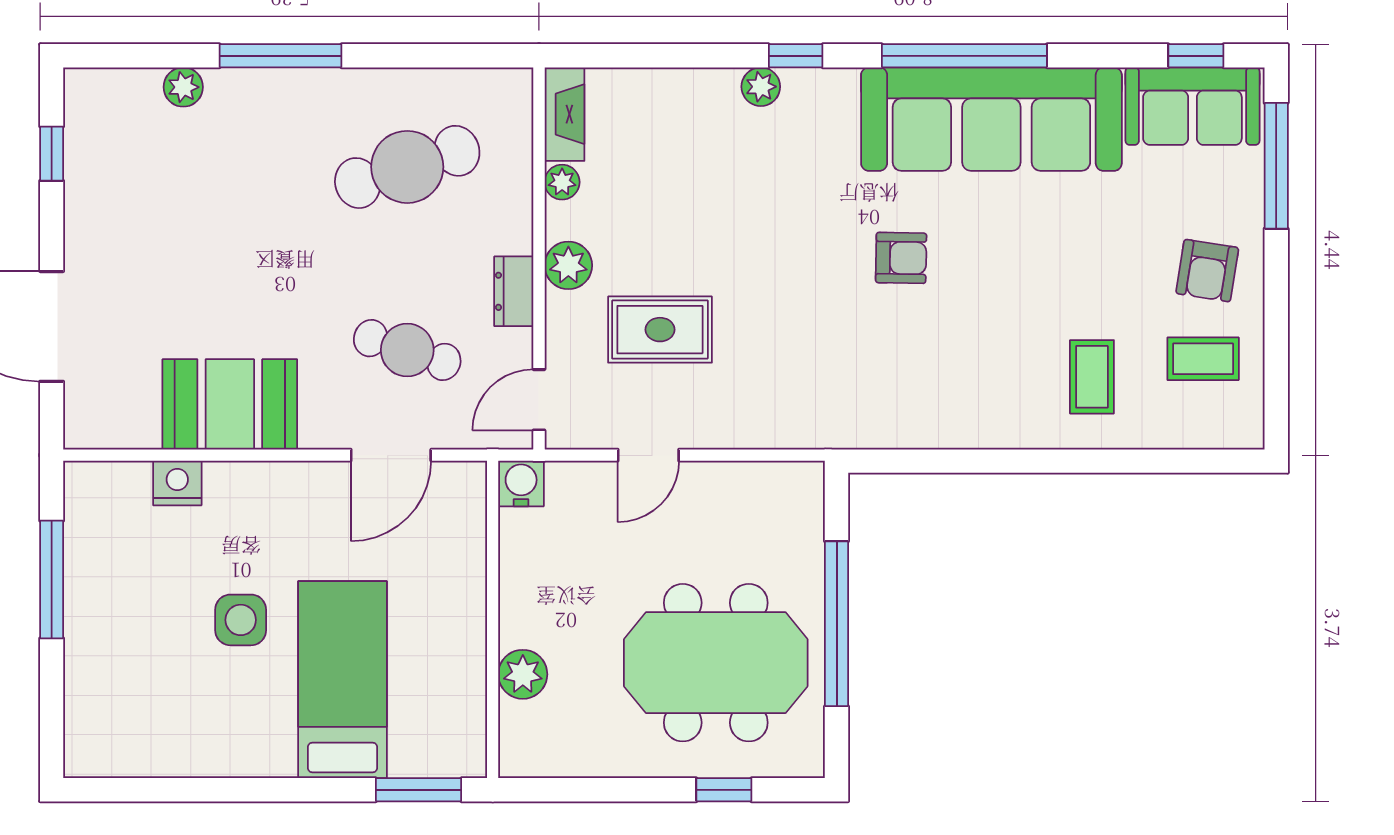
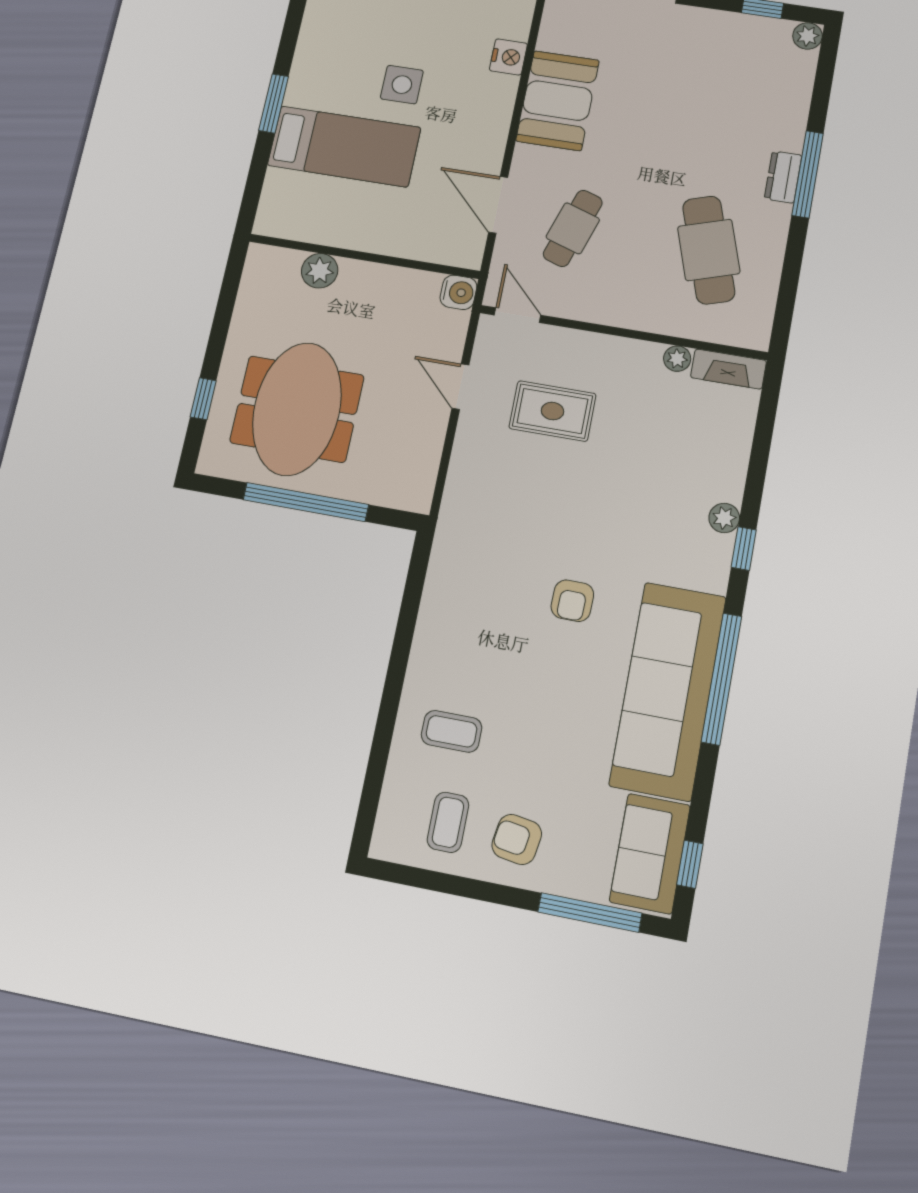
plant: (183, 87) -> (808, 36), moved
plant: (568, 265) -> (614, 353), removed
dresser: (514, 291) -> (783, 177), moved, turned -90
rug: (660, 330) -> (552, 411), turned 90
window: (419, 790) -> (274, 104), moved

